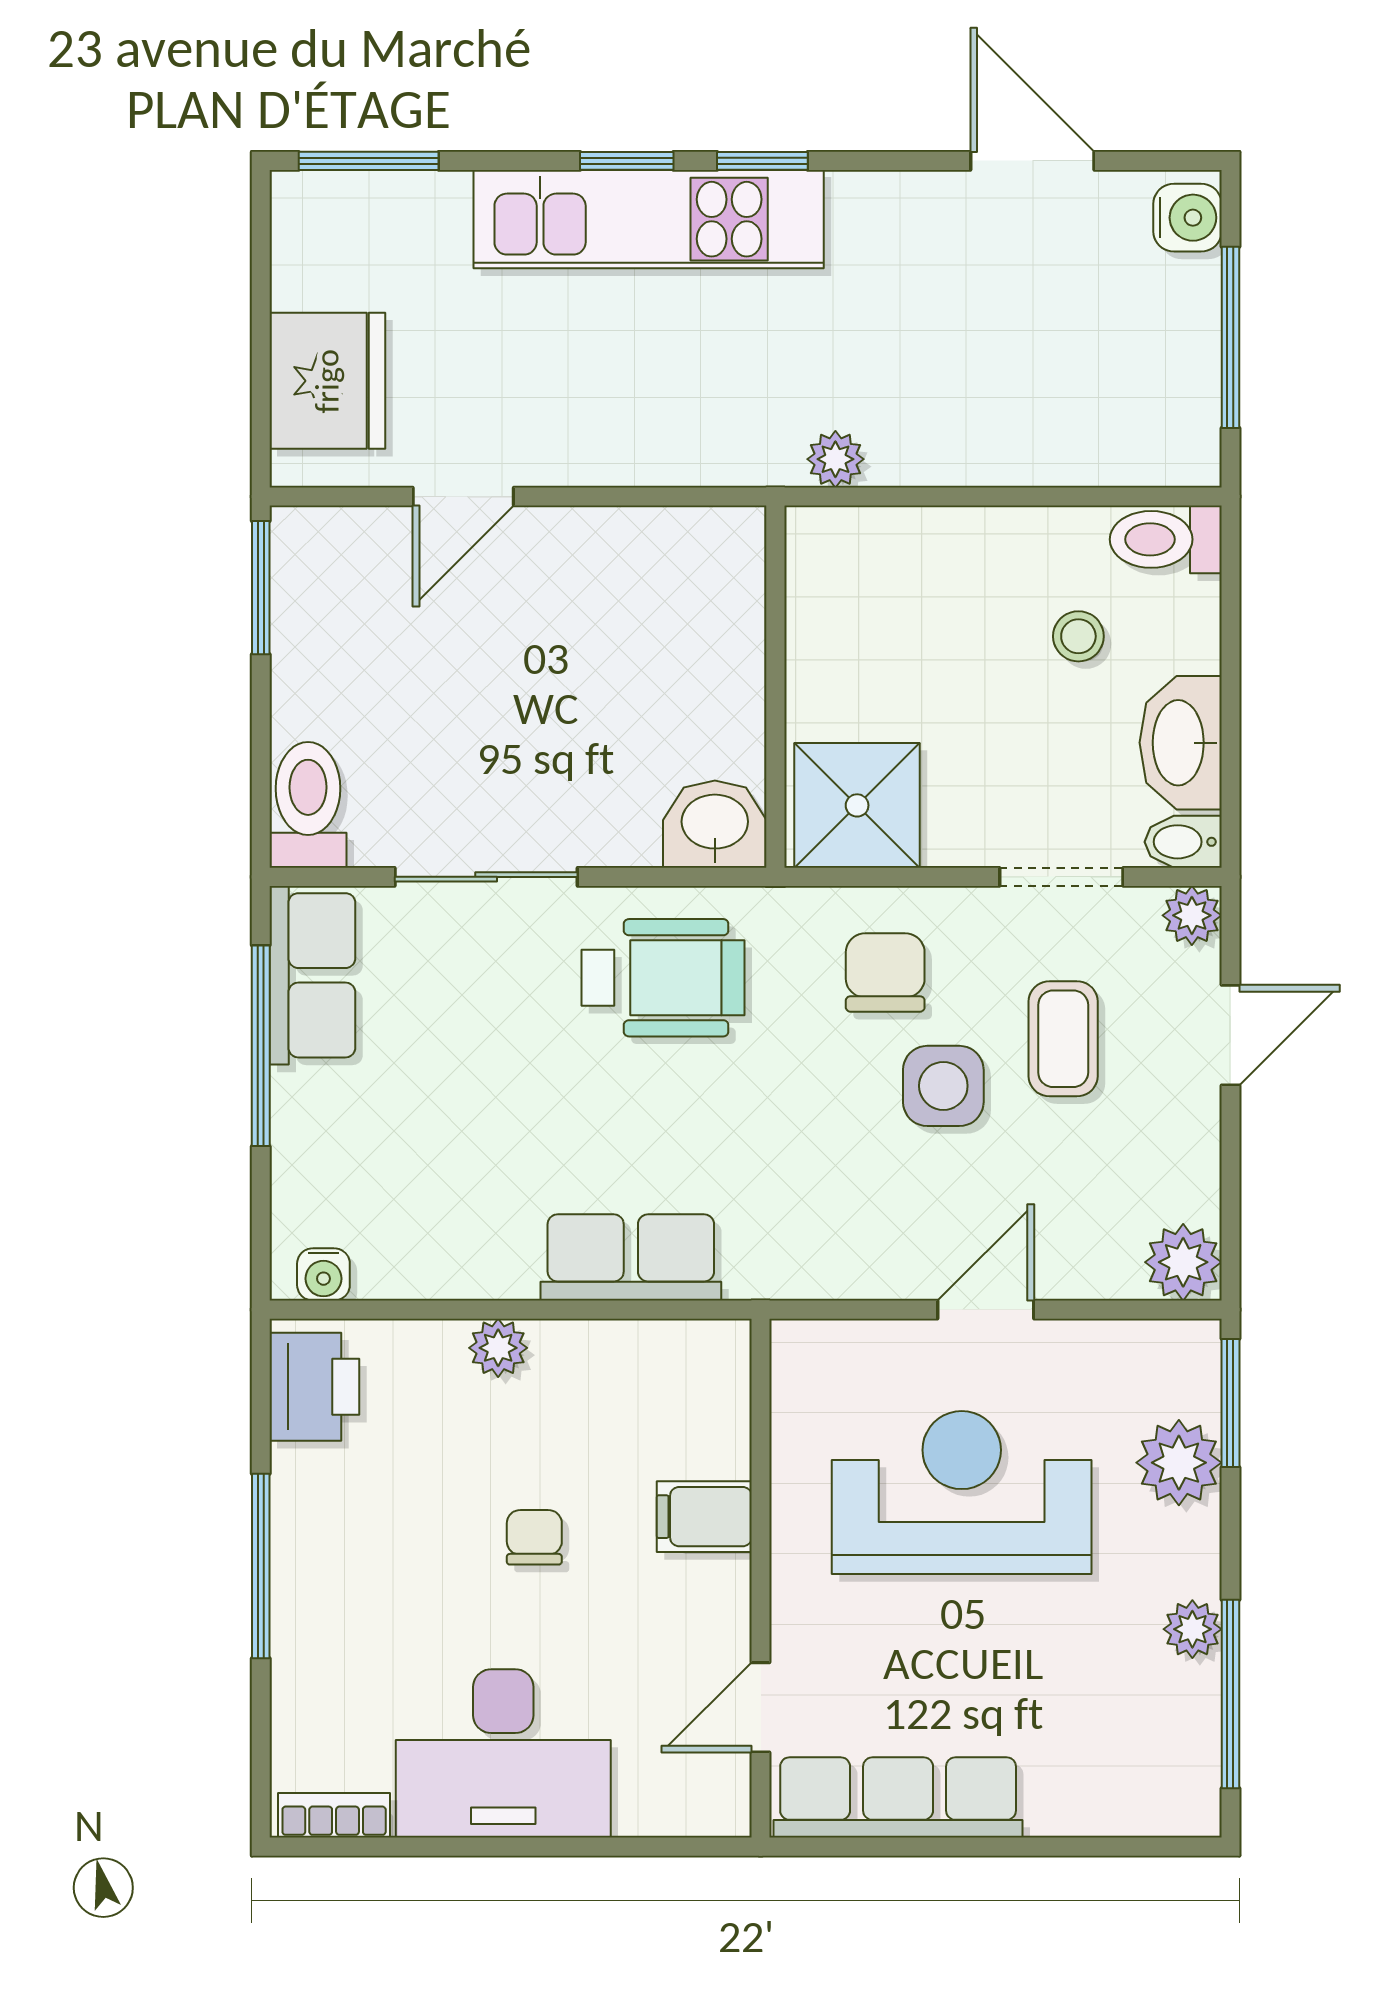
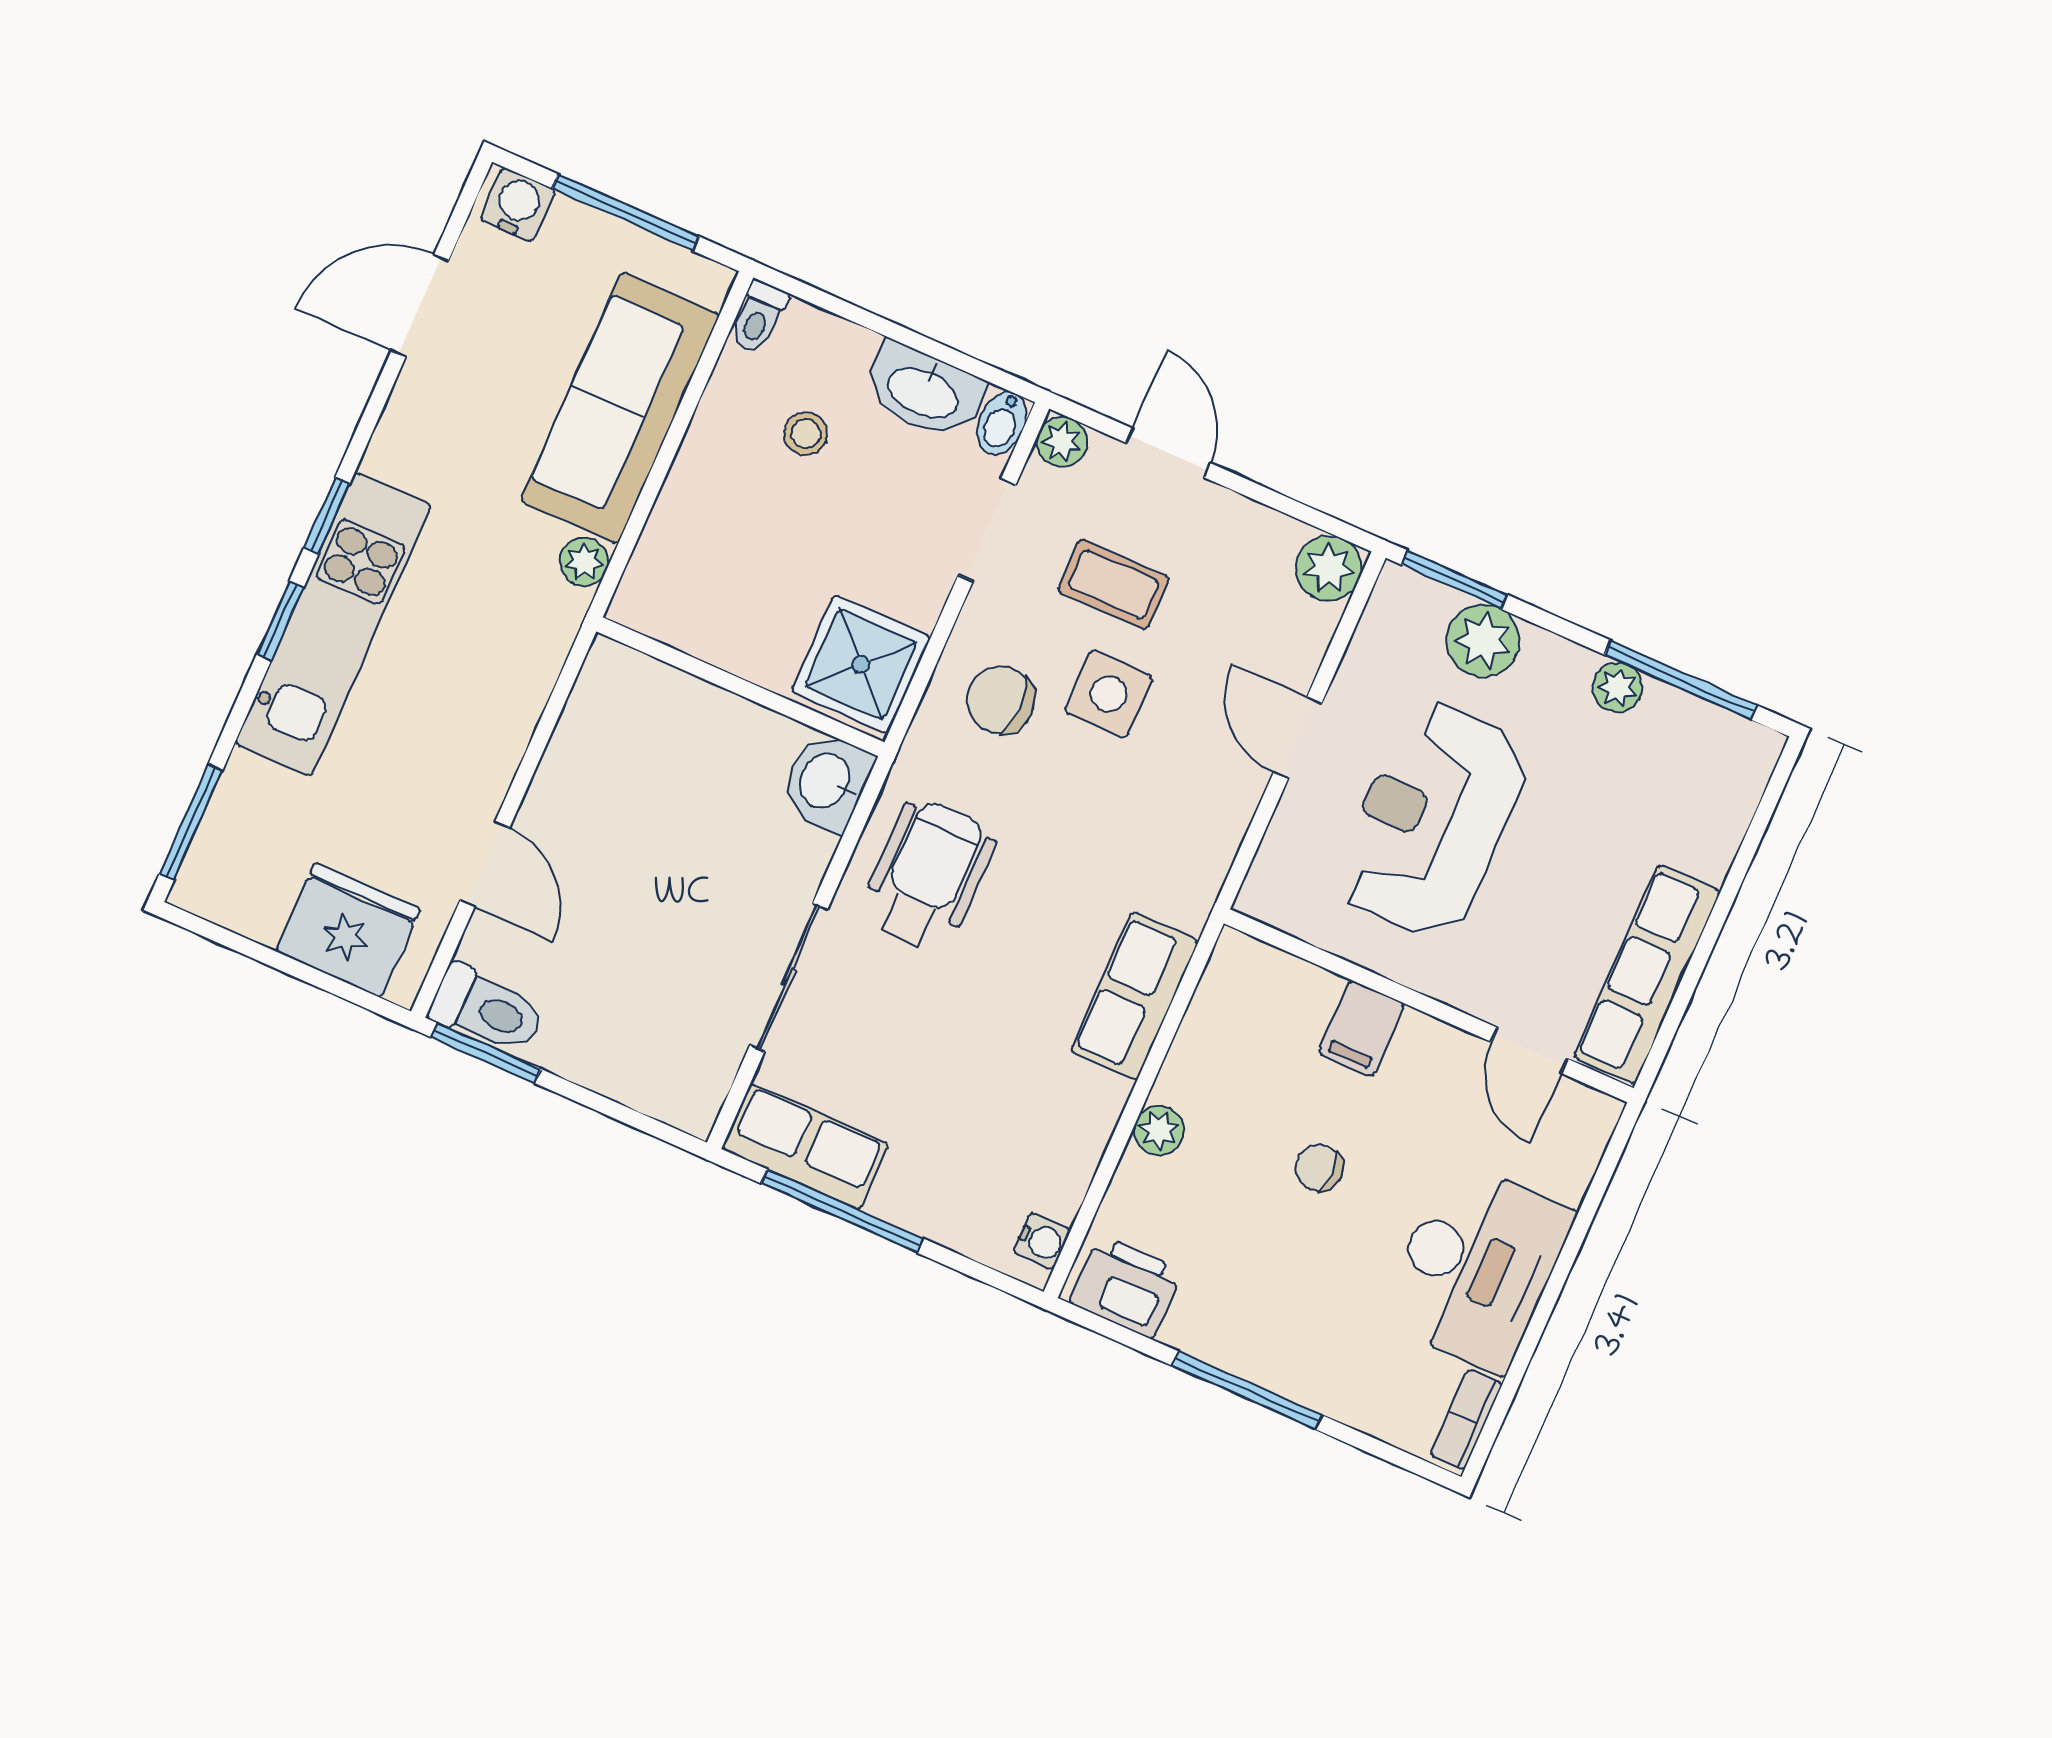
sofa: (1018, 425) -> (620, 408), added
toilet: (1166, 539) -> (759, 317), width x0.73, depth x0.72
toilet: (308, 805) -> (487, 1010), moved, turned 180

